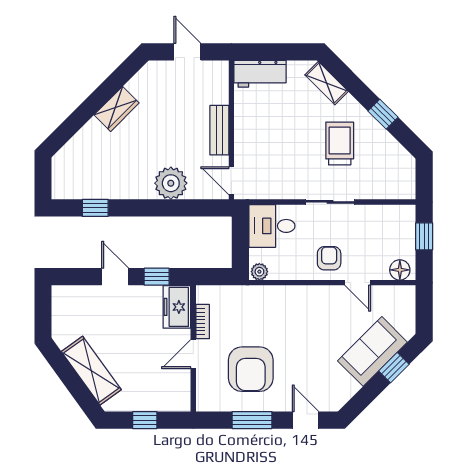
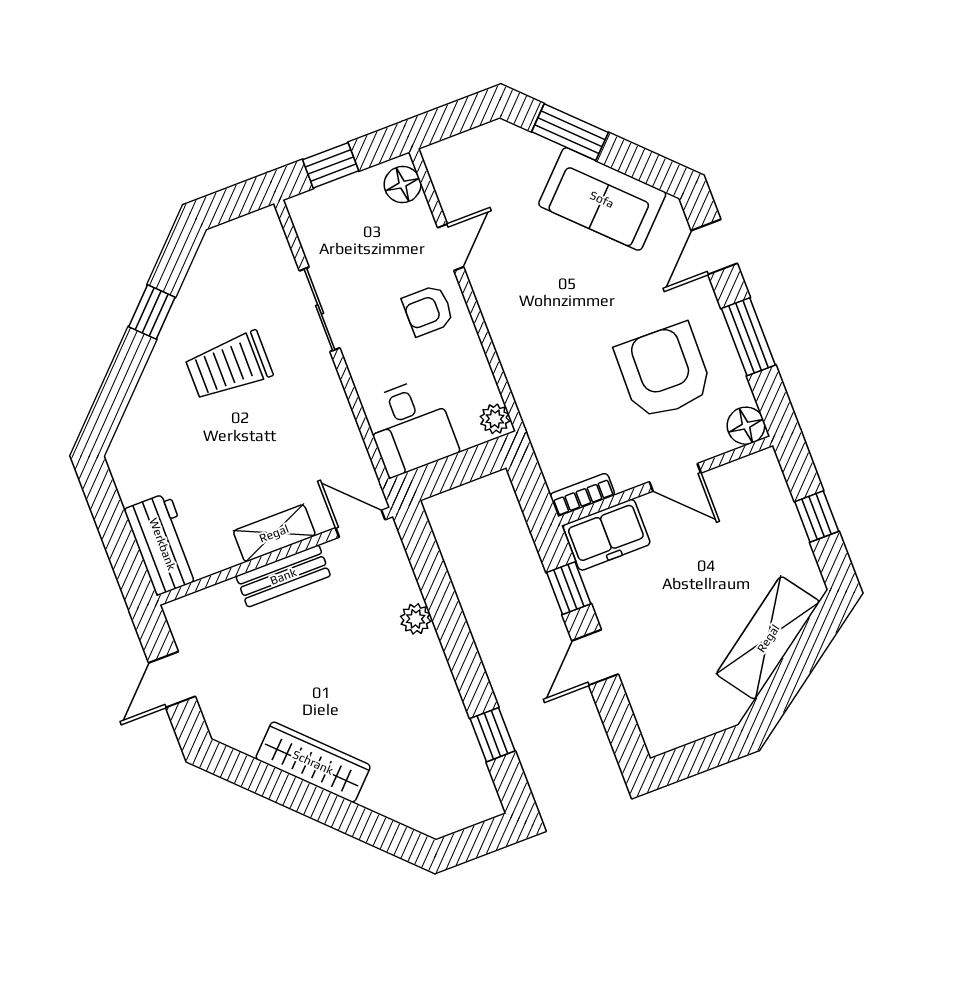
shelving: (327, 83) -> (274, 533), moved, turned 45
wardrobe: (117, 109) -> (313, 762), width x1.50
door: (231, 181) -> (360, 524), swing flipped
plant: (171, 183) -> (416, 619), width x0.53, depth x0.53
sliding door: (330, 202) -> (320, 309), moved
bookcase: (203, 322) -> (582, 495), moved
sofa: (372, 351) -> (602, 199), moved
window: (394, 368) -> (570, 132), width x1.50
armchair: (251, 369) -> (664, 371), turned -89
floor lamp: (206, 401) -> (746, 426), added

